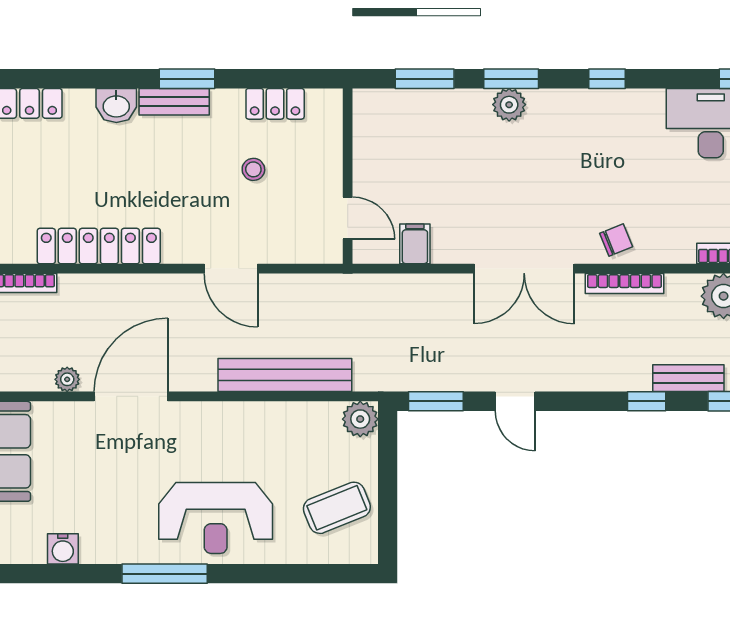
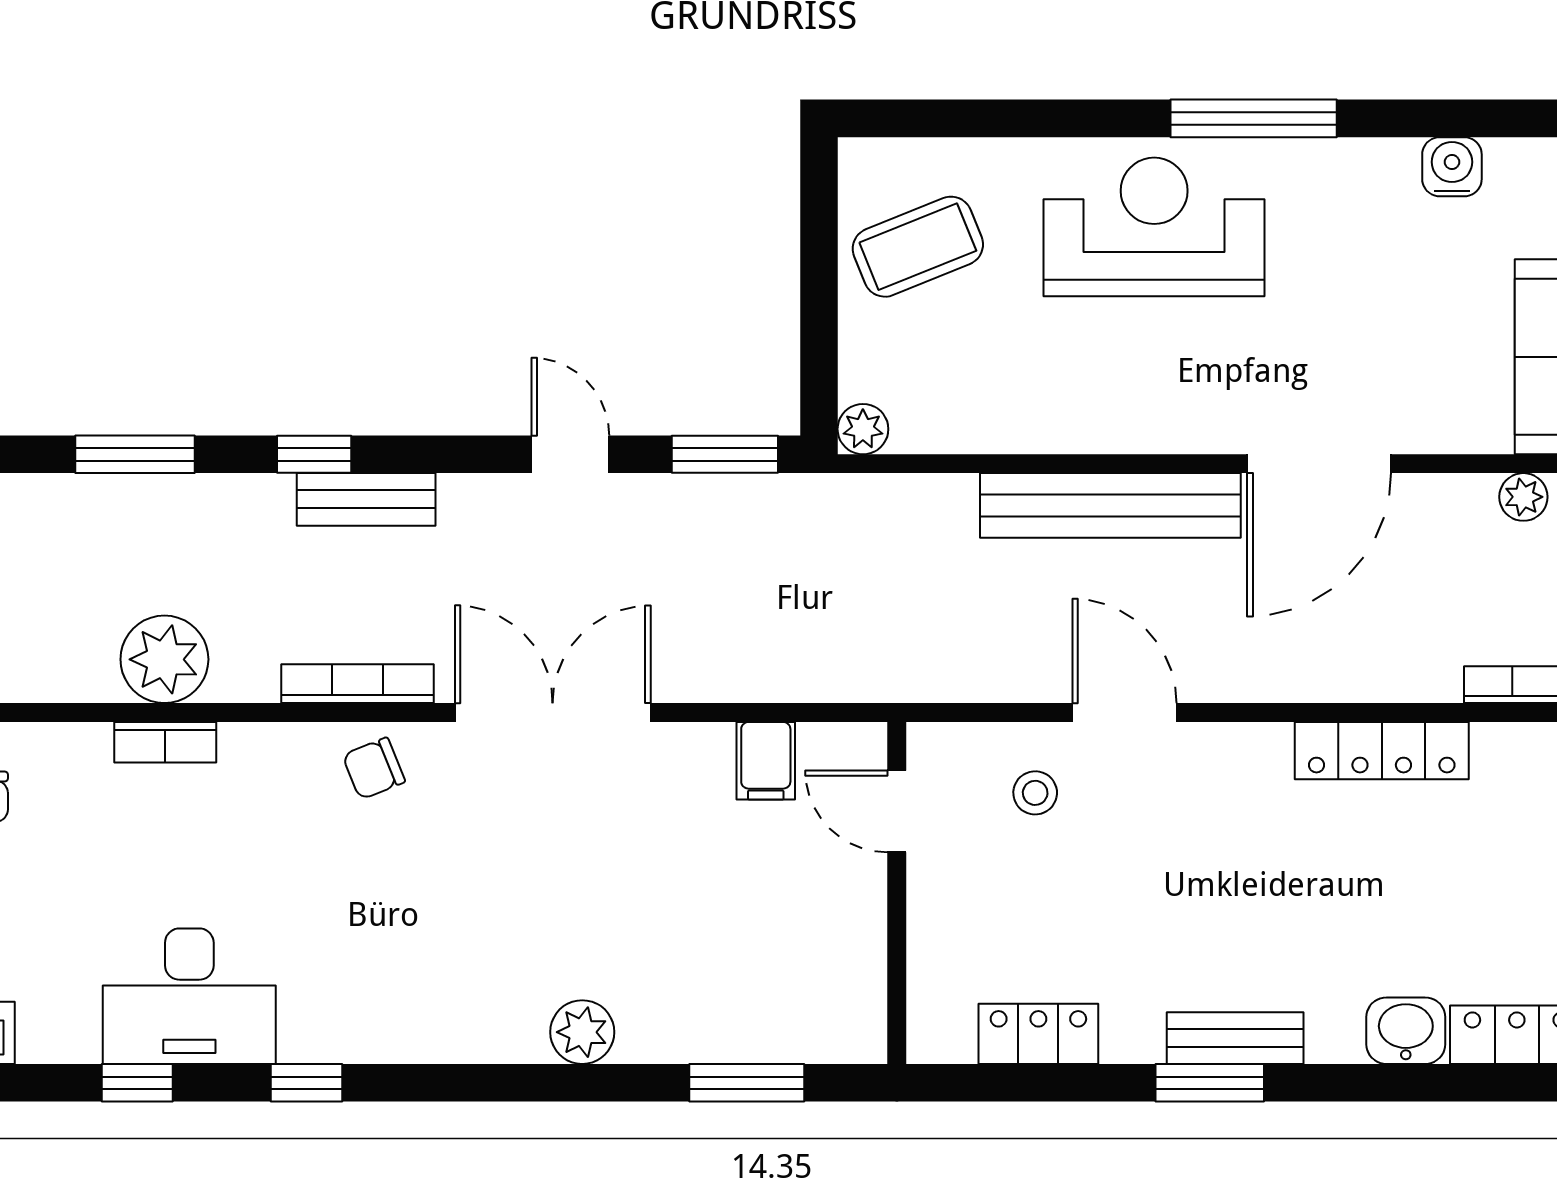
window: (511, 79) -> (578, 1083), removed
window: (607, 79) -> (306, 1083), moved
washbasin: (116, 105) -> (1406, 1031), moved
stool: (253, 169) -> (1035, 793), moved
locker: (99, 246) -> (1382, 751), width x0.71, depth x0.83
bench: (285, 375) -> (1110, 505), moved
bench: (688, 378) -> (366, 499), moved
plant: (67, 379) -> (1523, 497), moved
plant: (360, 419) -> (863, 429), width x0.73, depth x0.73

